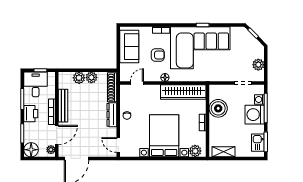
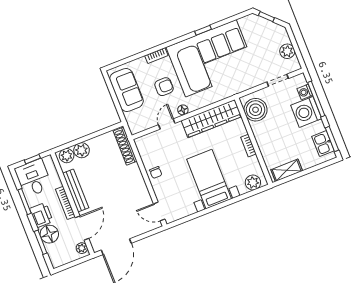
plant: (91, 77) -> (67, 156), moved
door: (137, 83) -> (167, 124), moved
boiler: (218, 108) -> (256, 110), moved
dresser: (112, 115) -> (138, 179), removed
bed with nightstands: (164, 136) -> (209, 179), width x0.73
floor lamp: (31, 150) -> (49, 234), moved

